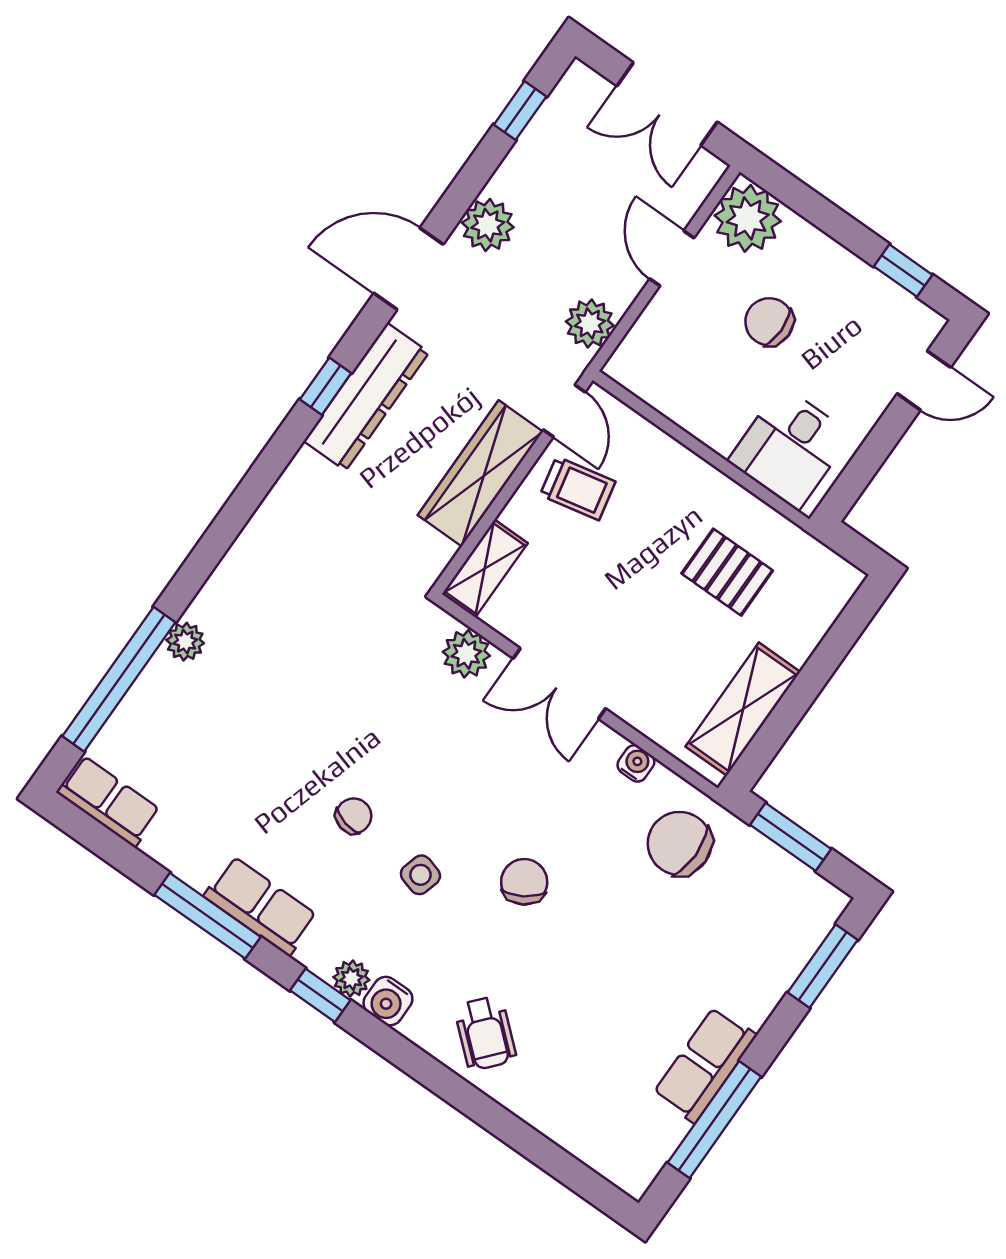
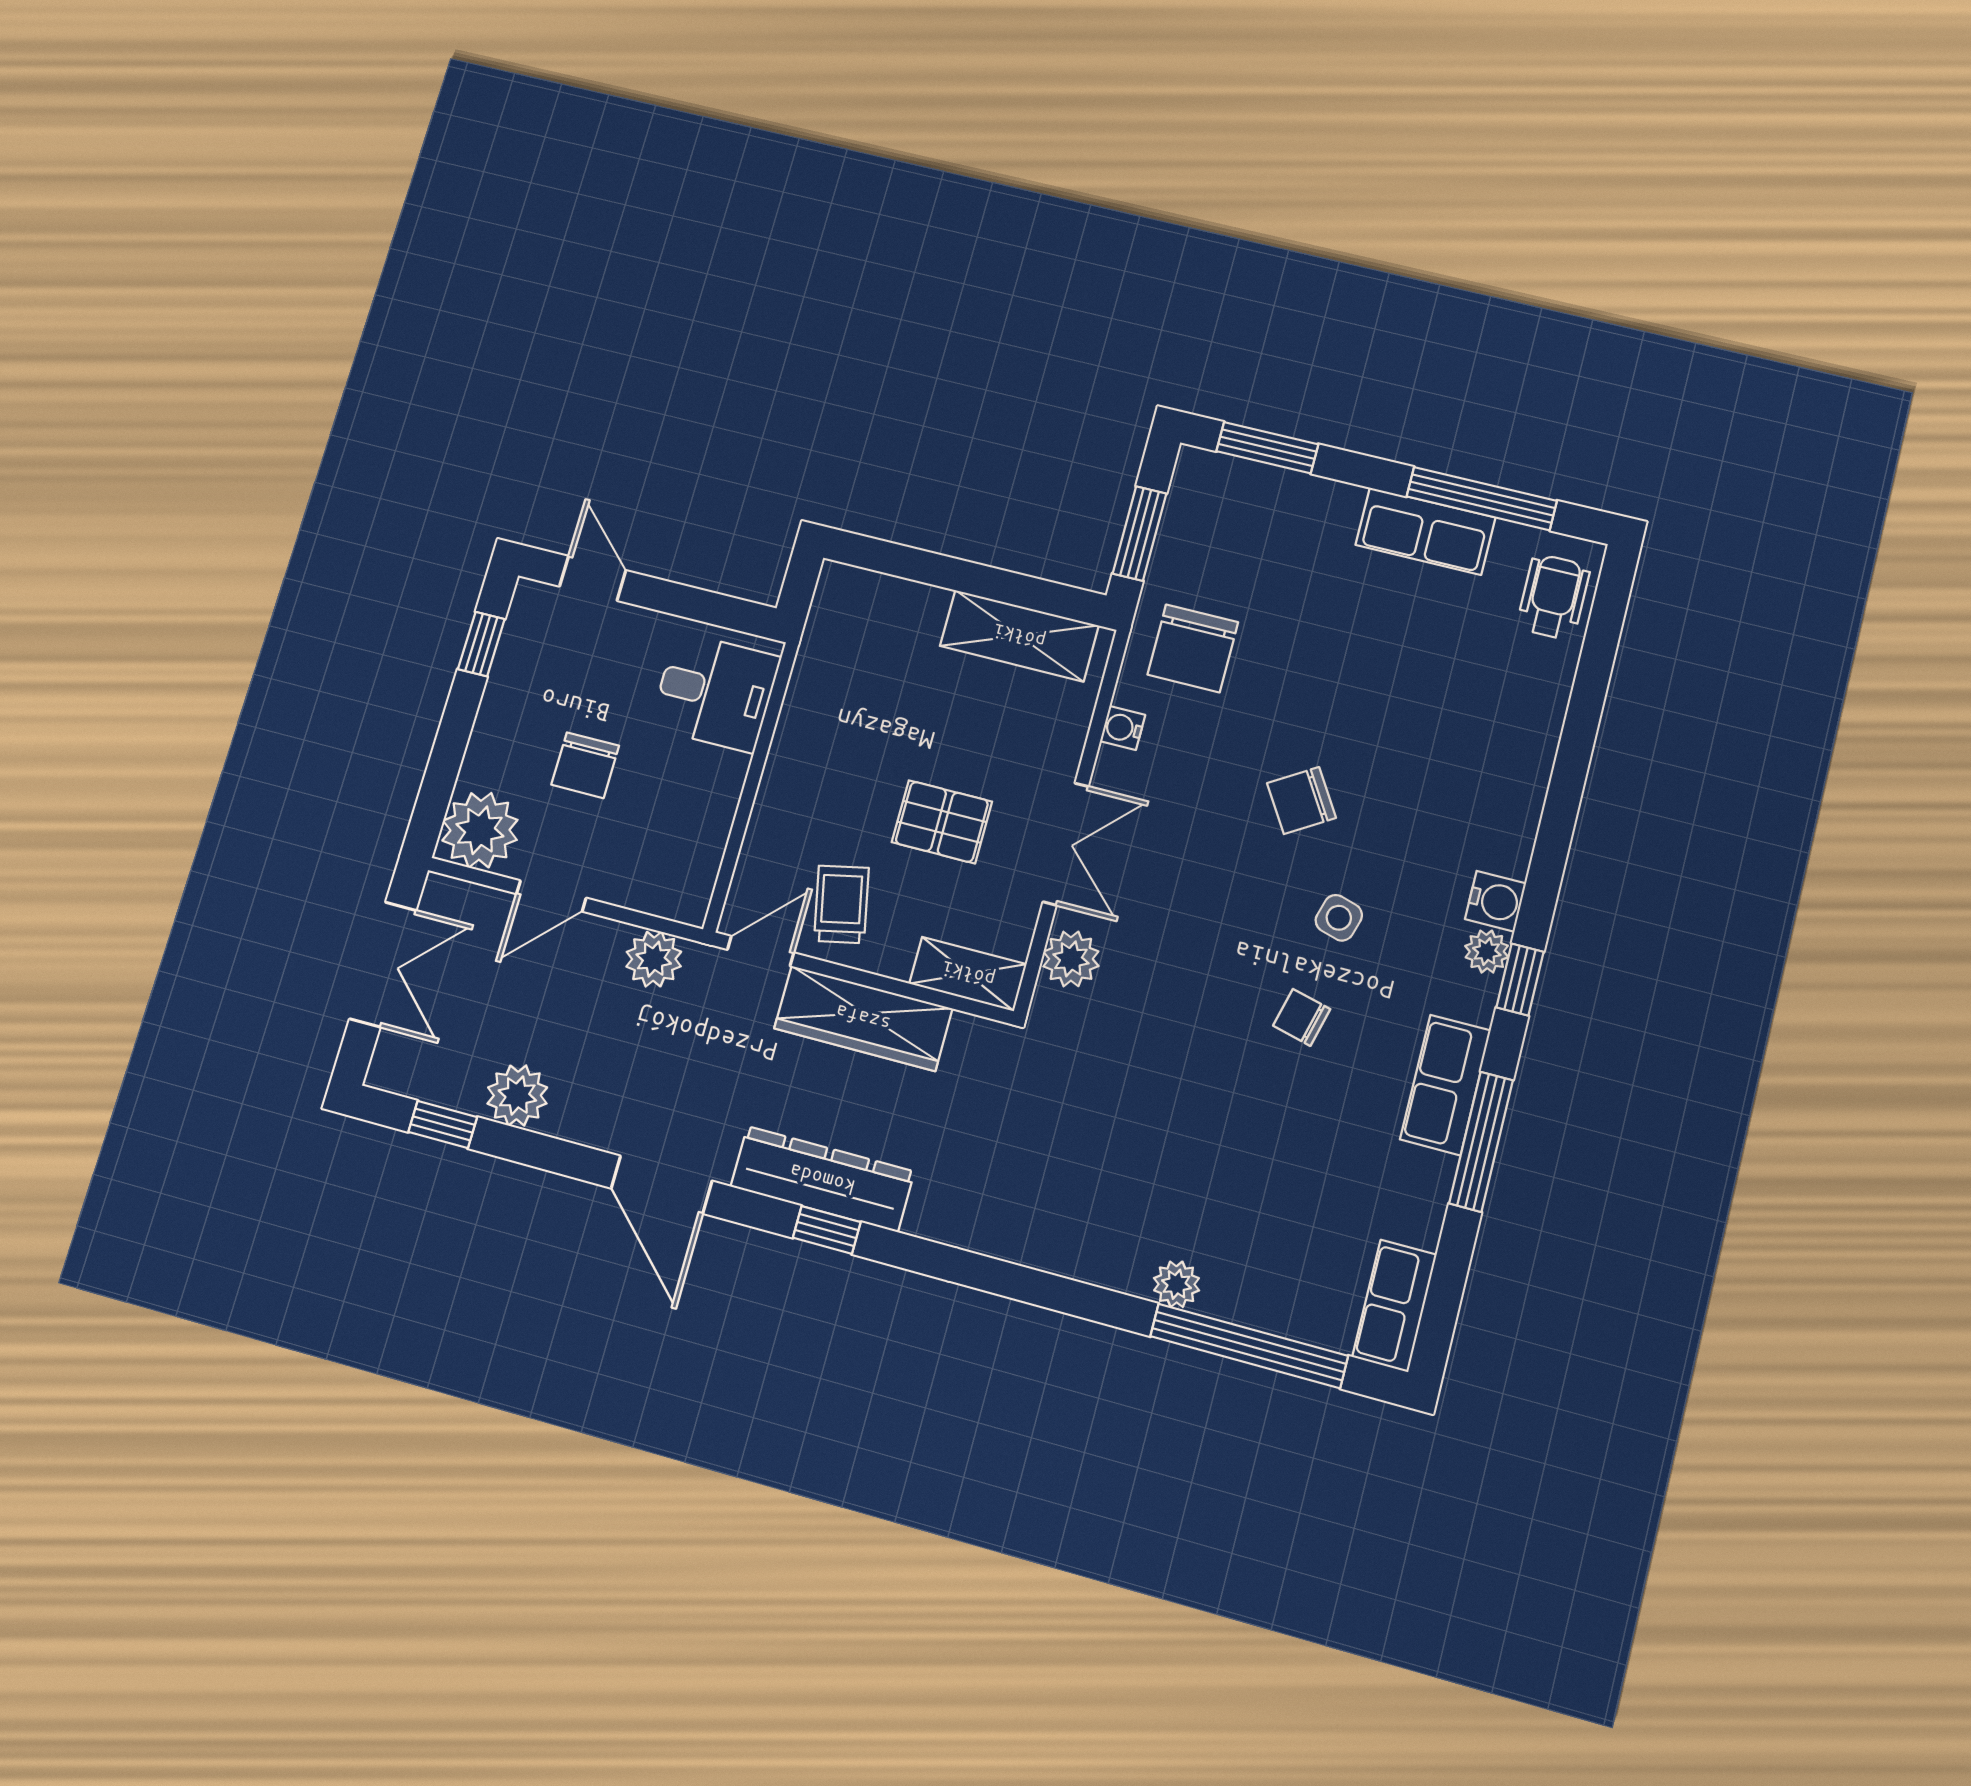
plant: (488, 225) -> (517, 1095), moved
pallet: (727, 572) -> (942, 822), moved, turned 90
wheelchair: (485, 1033) -> (1553, 597), moved, turned -41

